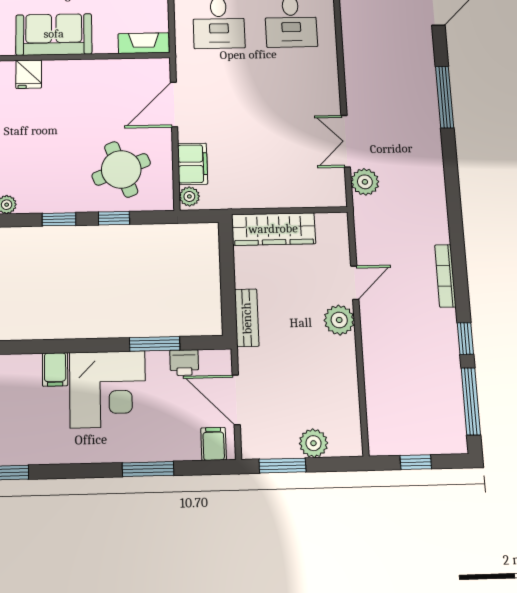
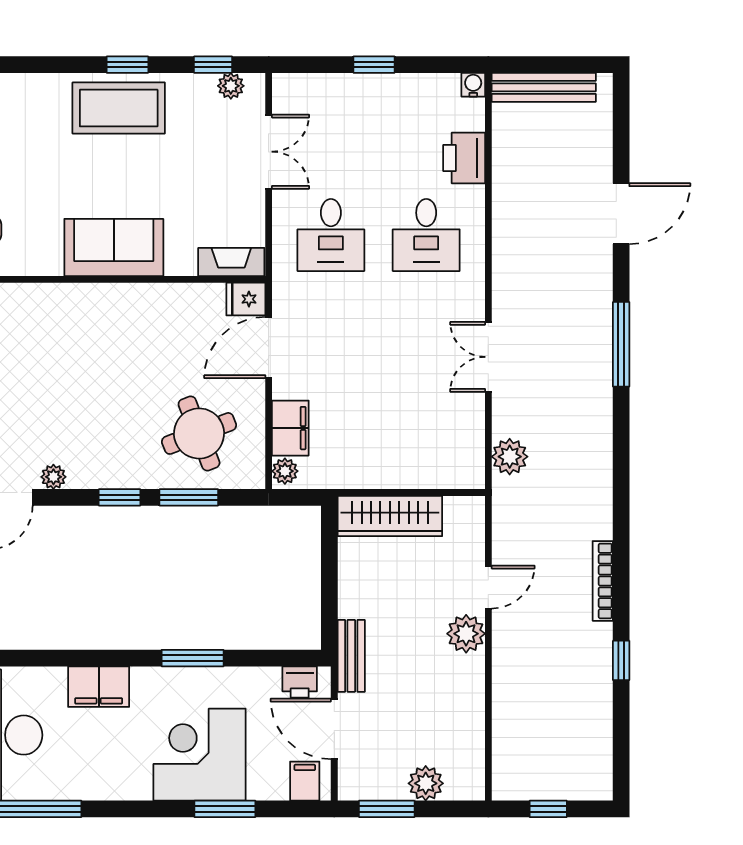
fridge: (29, 74) -> (246, 299), moved, turned 90
double door: (346, 141) -> (488, 357), moved
window: (114, 218) -> (189, 497), width x1.50
bench: (247, 318) -> (351, 656), moved
window: (155, 344) -> (193, 658), moved
printer: (184, 363) -> (300, 682), moved
filing cabinet: (55, 369) -> (99, 687), width x2.00
corner desk: (108, 389) -> (199, 755), moved, turned 180
window: (471, 401) -> (621, 738), removed

